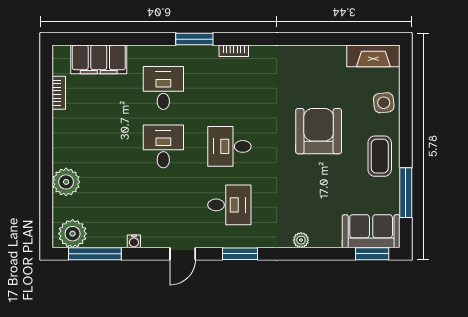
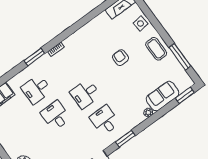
desk: (163, 88) -> (36, 89), turned -90
armchair: (319, 131) -> (120, 58), width x0.53, depth x0.53
desk: (229, 205) -> (105, 120), turned -90
sofa: (371, 231) -> (163, 96), moved

